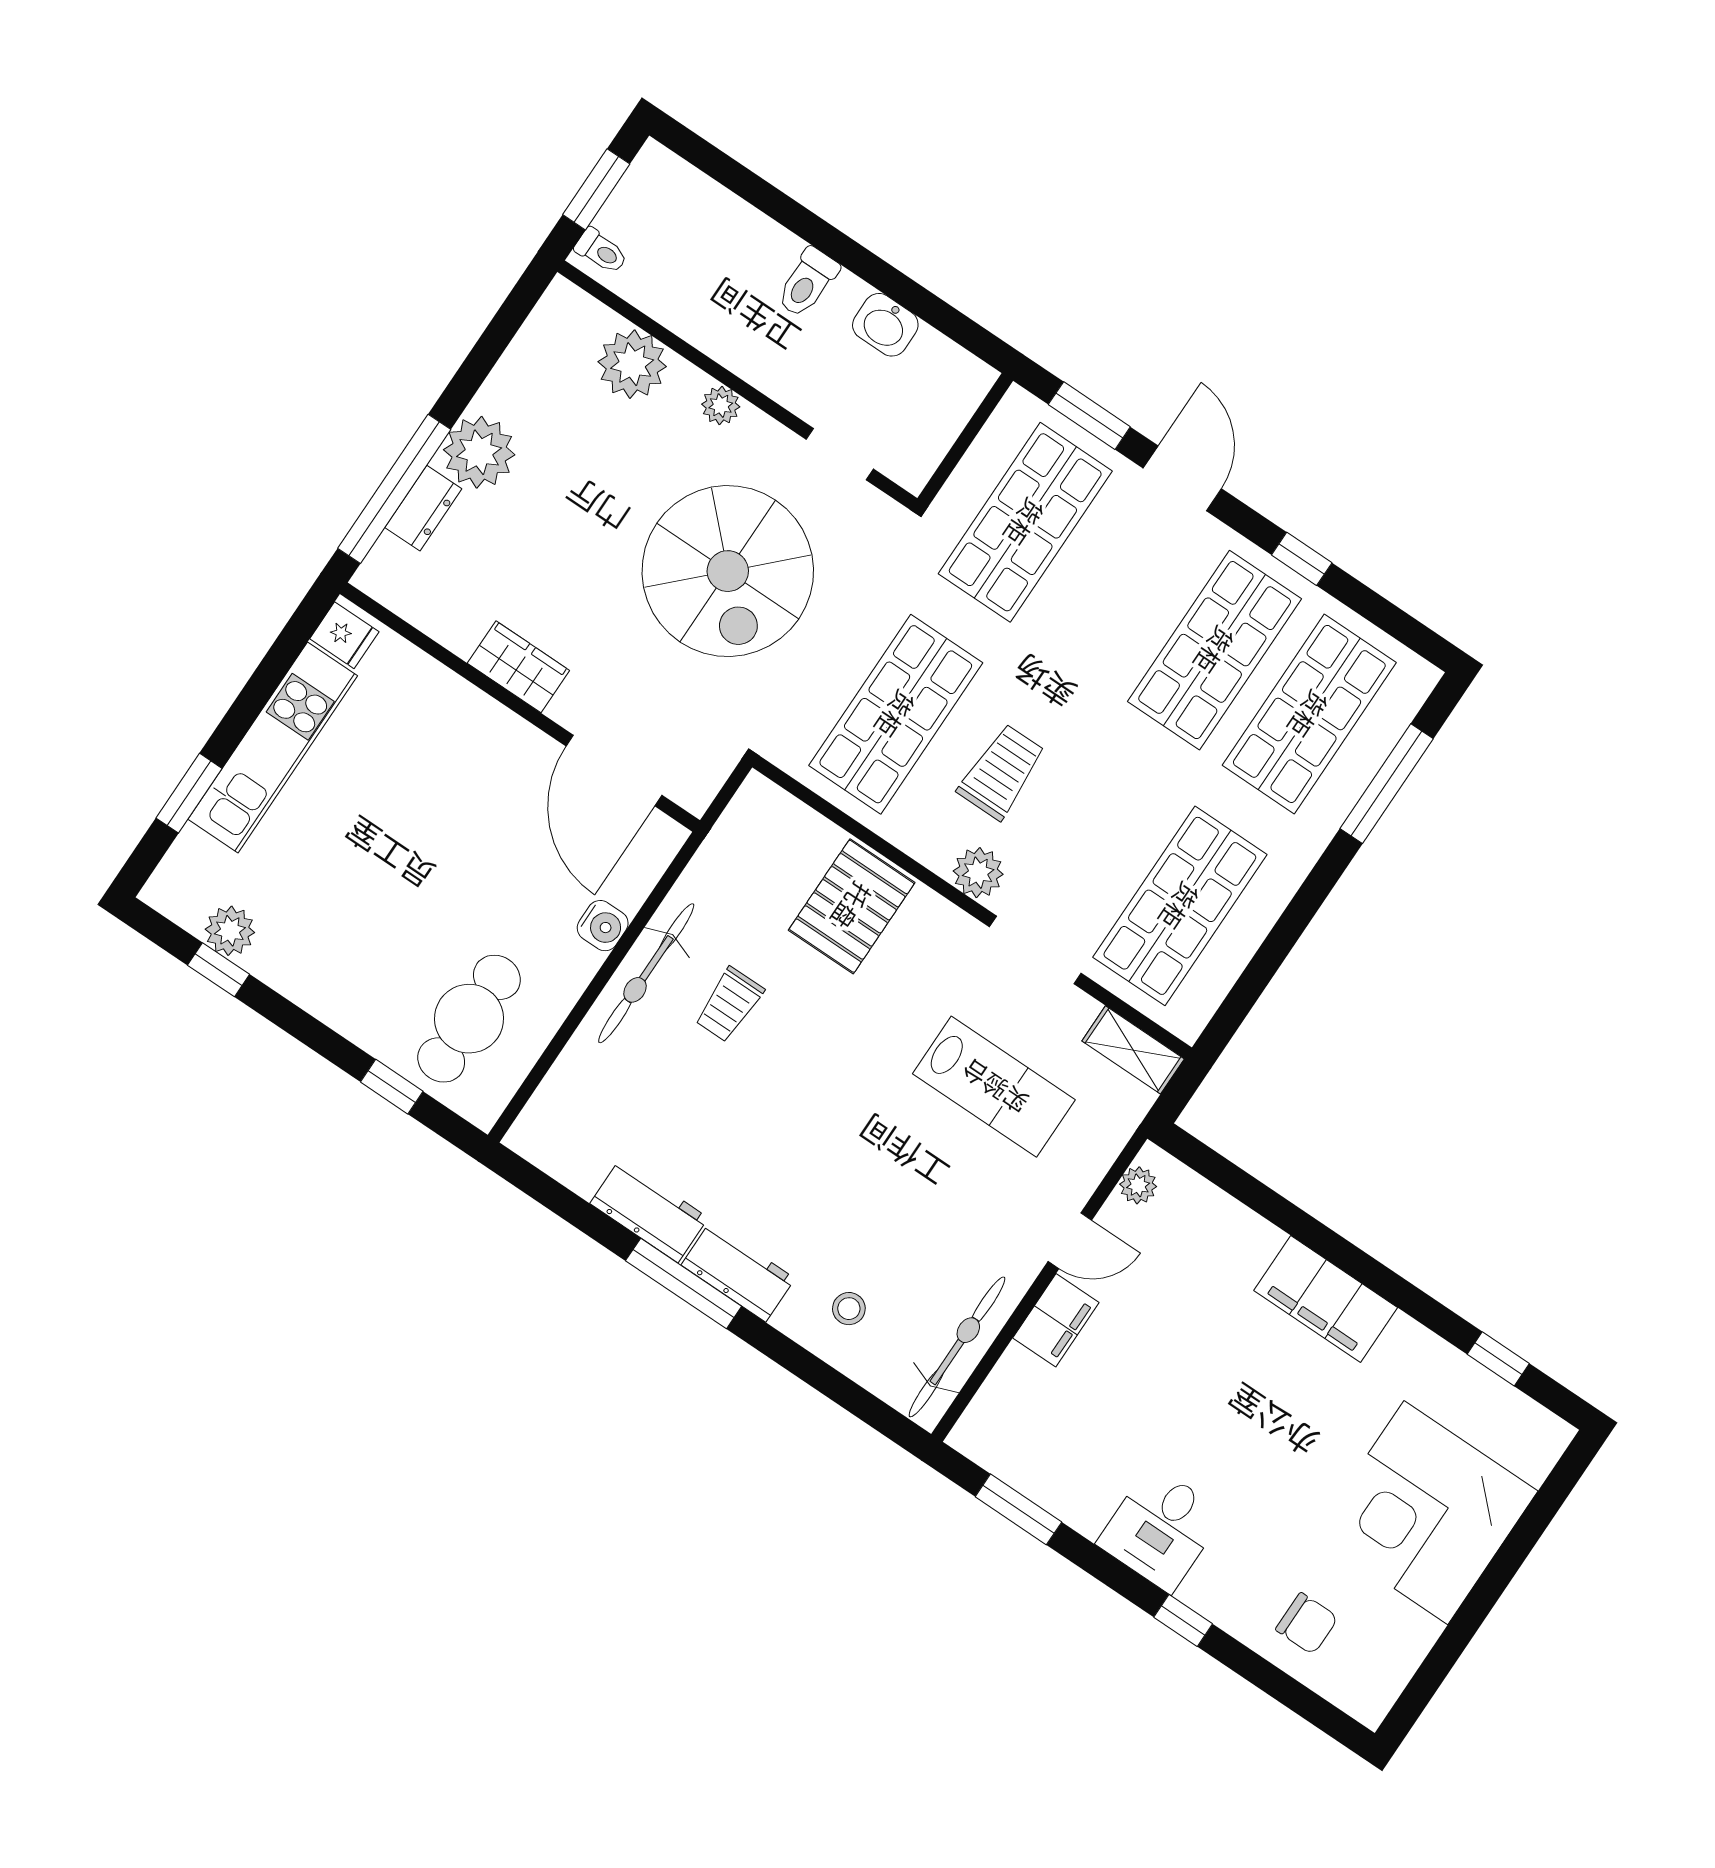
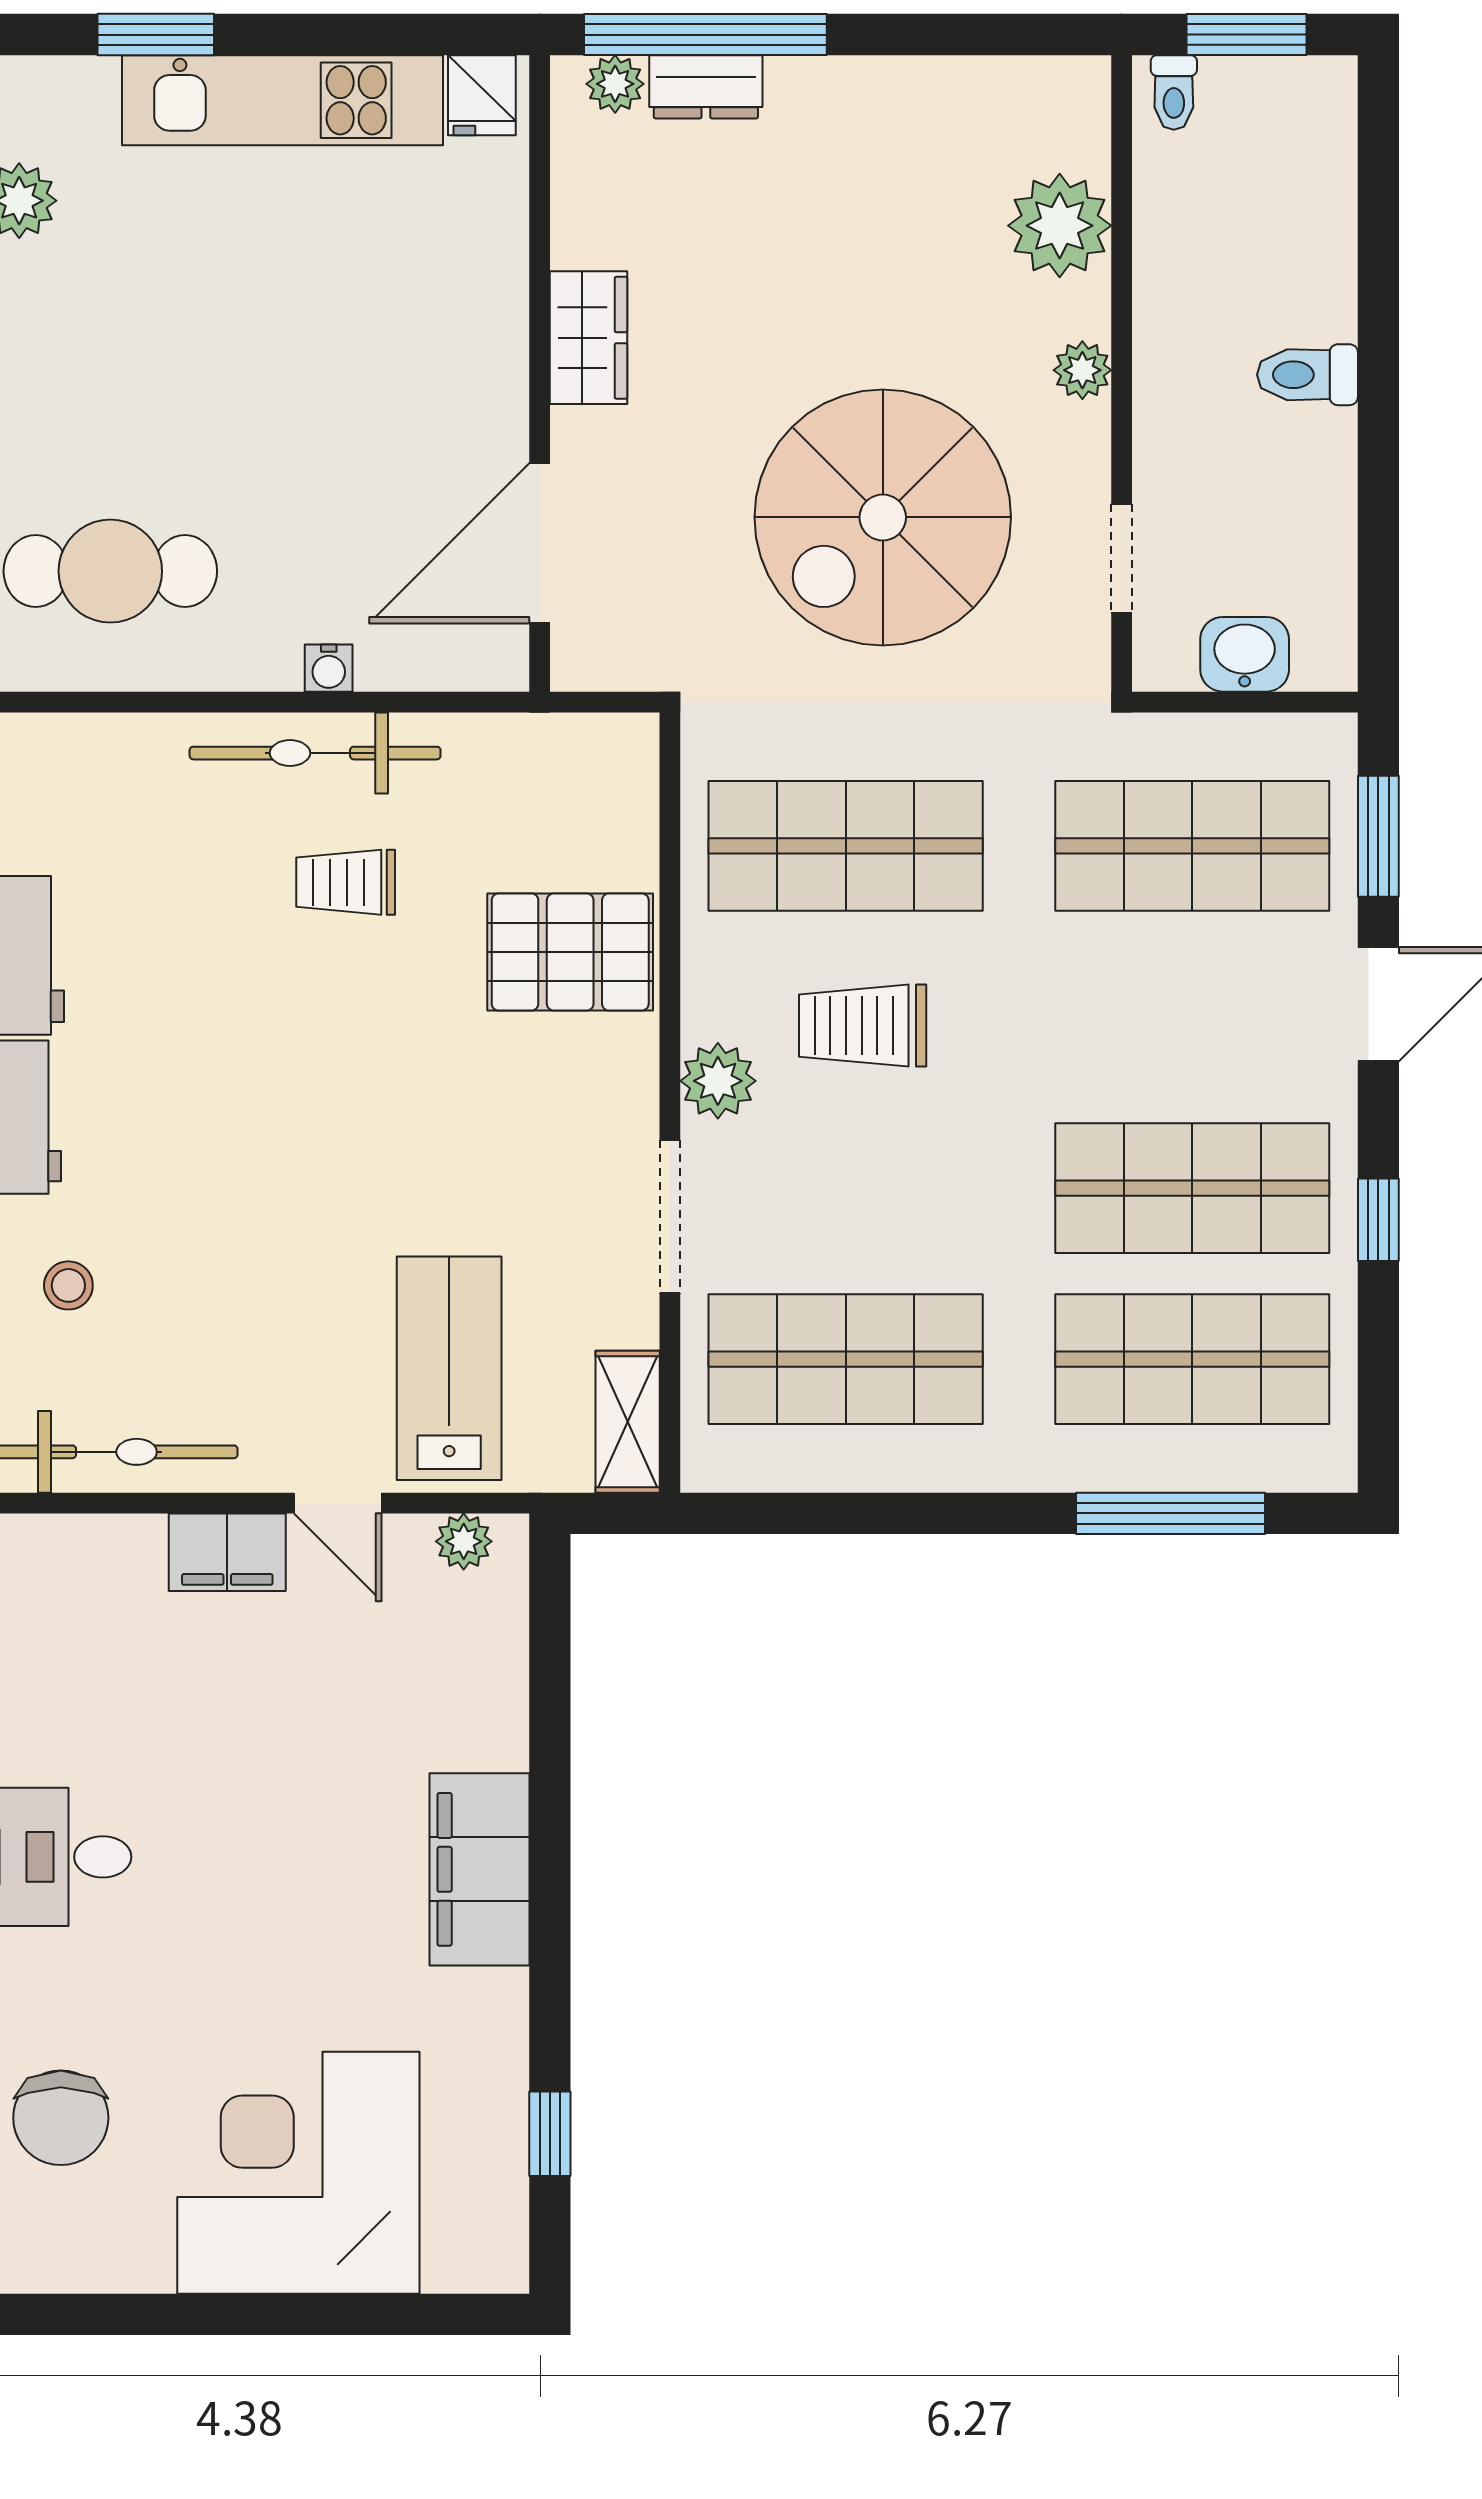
washbasin: (885, 325) -> (1245, 654), moved, turned 90
plant: (479, 452) -> (615, 84), moved, width x0.53, depth x0.53
trolley: (1002, 772) -> (863, 1026), turned 180
water cooler: (603, 926) -> (329, 668), width x0.72, depth x0.72
lab bench: (994, 1087) -> (449, 1368), moved, turned 180
chair: (1307, 1624) -> (61, 2118), width x1.37, depth x1.37

